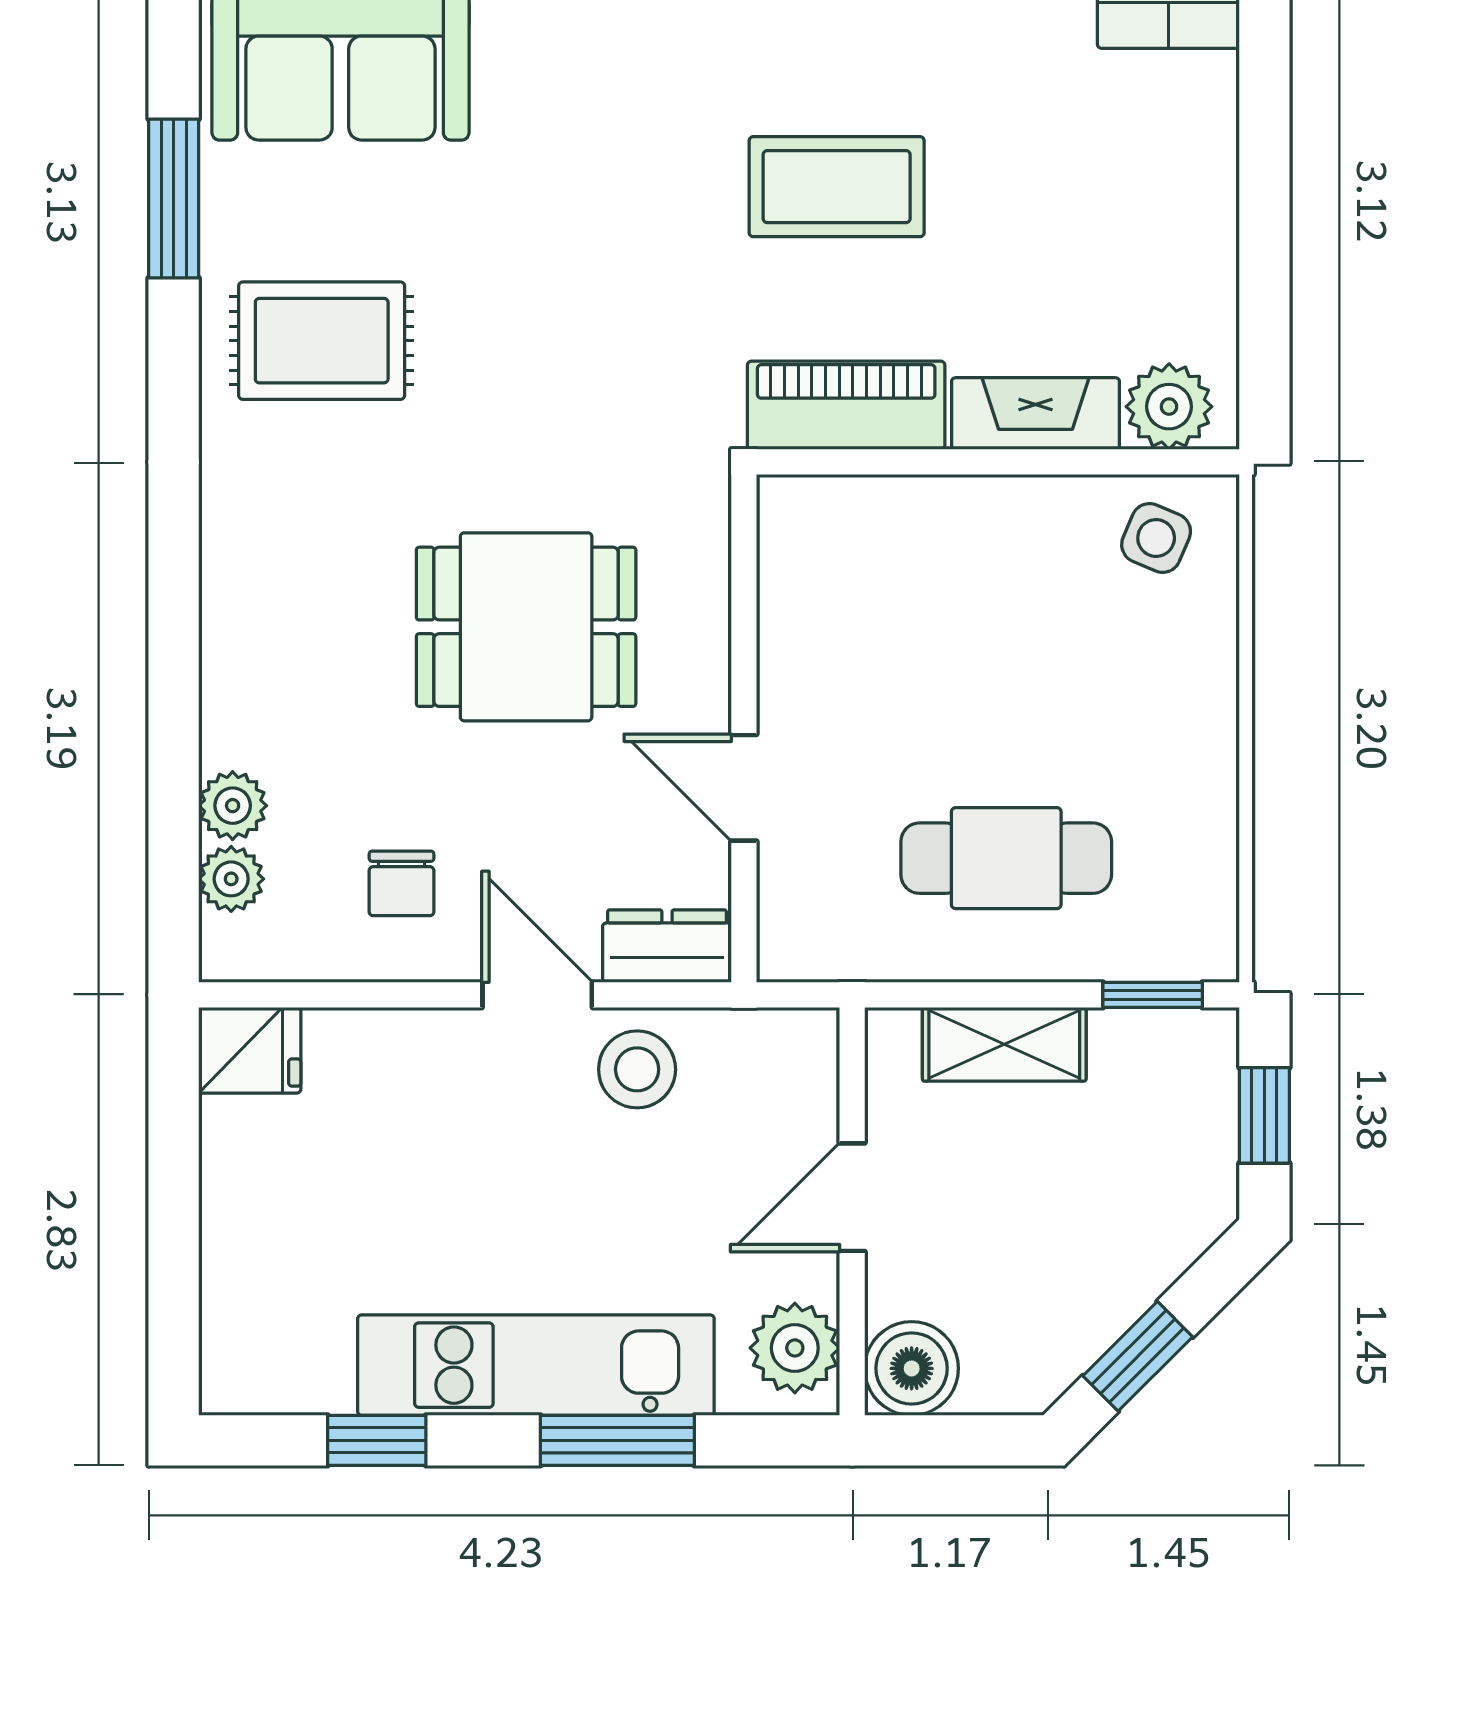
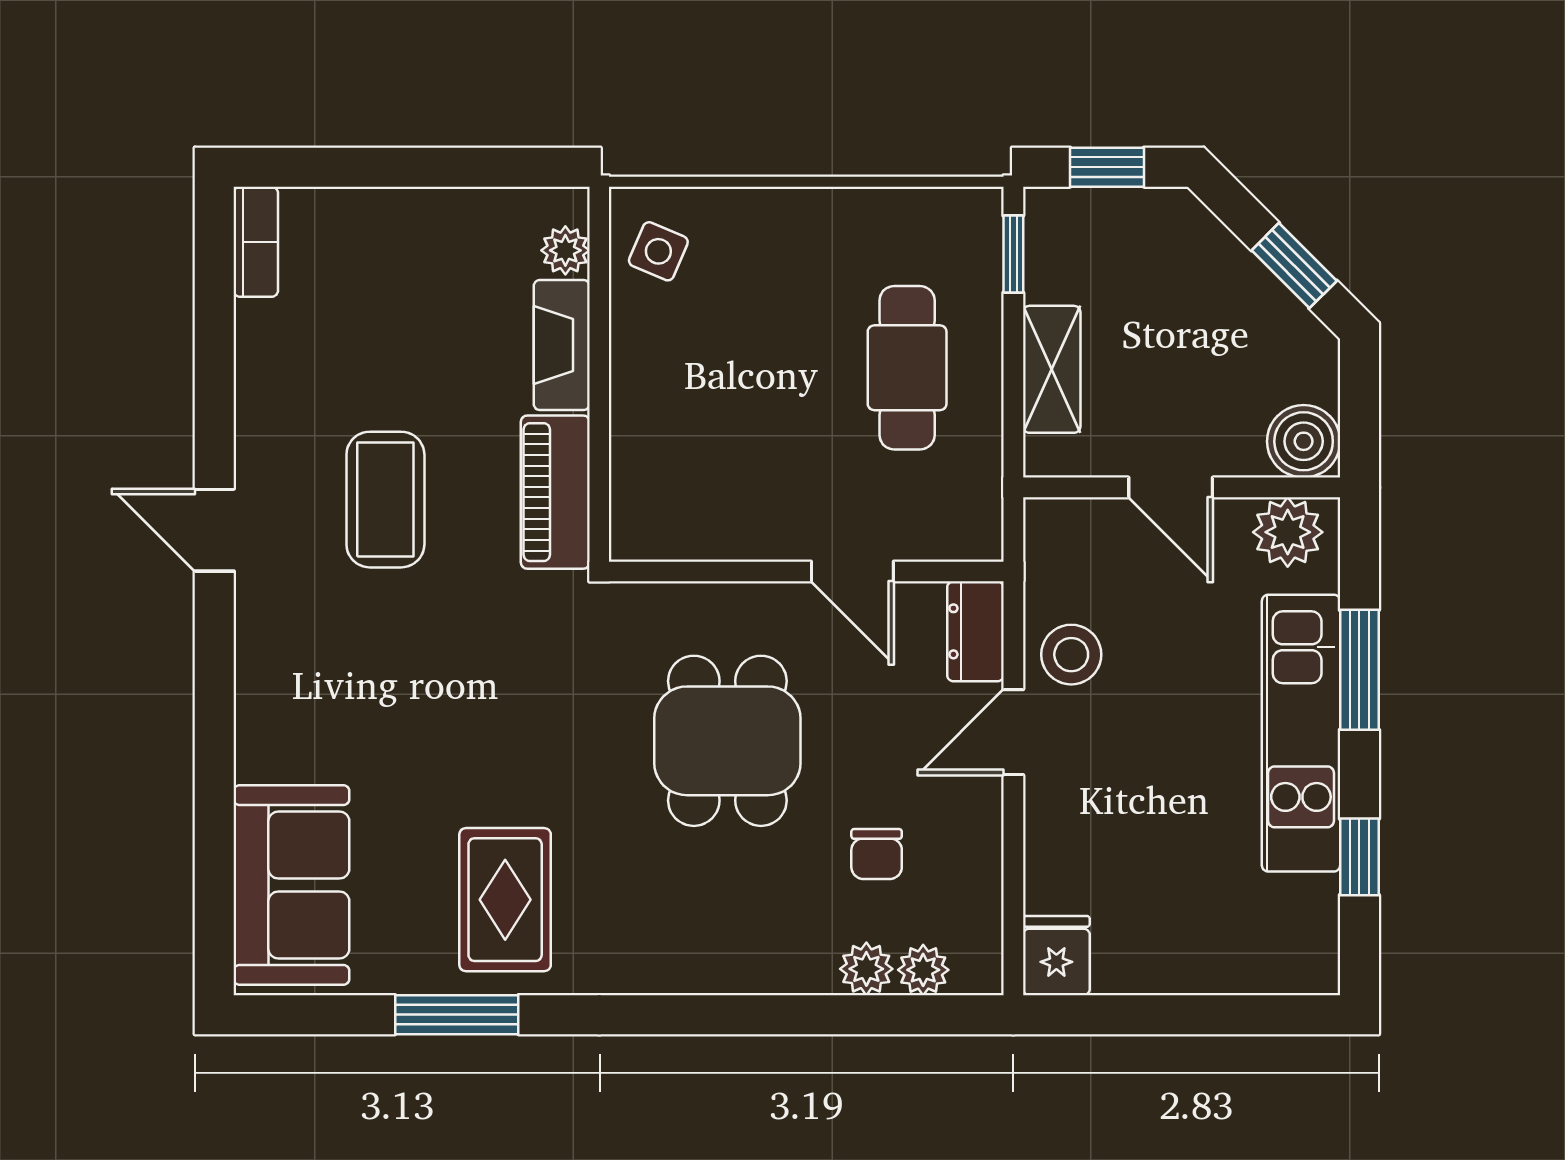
window: (174, 198) -> (457, 1015), moved
plant: (1169, 407) -> (565, 250), width x0.73, depth x0.73
door: (744, 788) -> (852, 572), hinge flipped
chair: (402, 883) -> (877, 854), moved, turned 90

